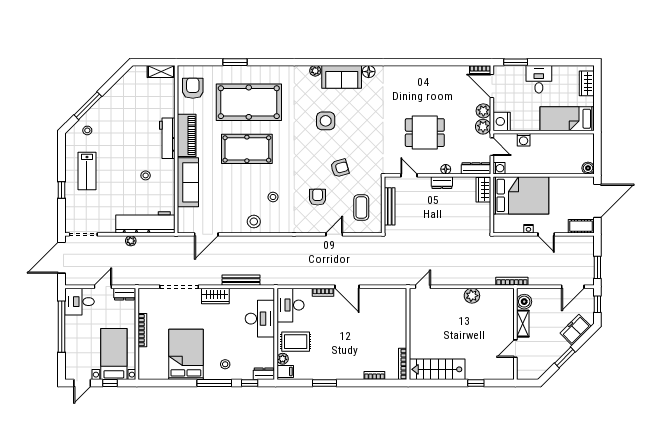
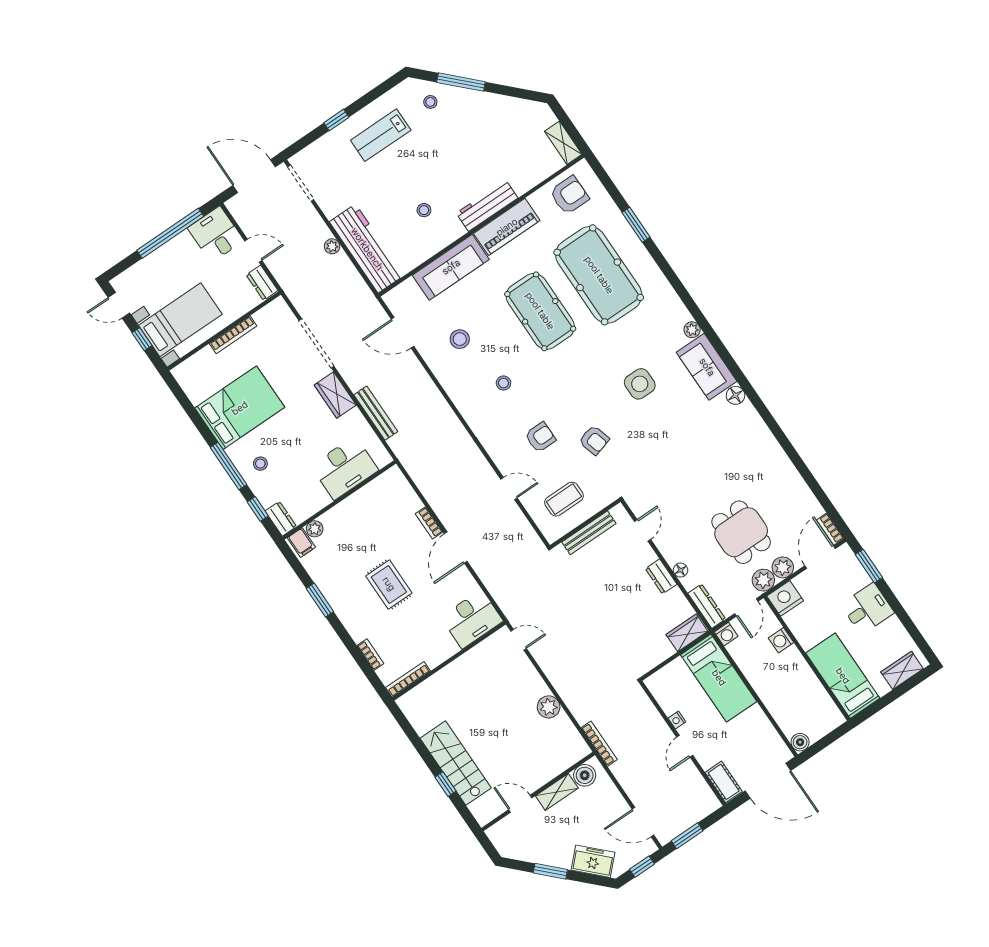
dining table: (425, 133) -> (741, 532), moved
bed: (521, 195) -> (719, 678), width x0.67
stool: (254, 222) -> (460, 339), moved
desk: (290, 305) -> (472, 619), moved, turned 180
rug: (296, 342) -> (389, 584), moved
stairs: (437, 369) -> (456, 763), moved

